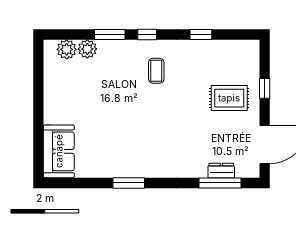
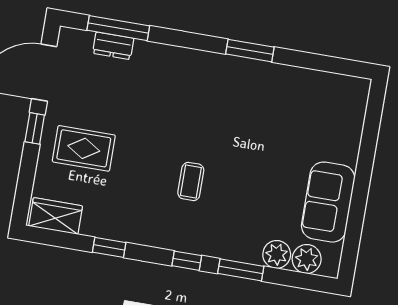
wardrobe: (240, 49) -> (56, 216), added
coffee table: (156, 71) -> (191, 181), moved
window: (265, 88) -> (35, 128), moved
sofa: (59, 151) -> (328, 202), moved

